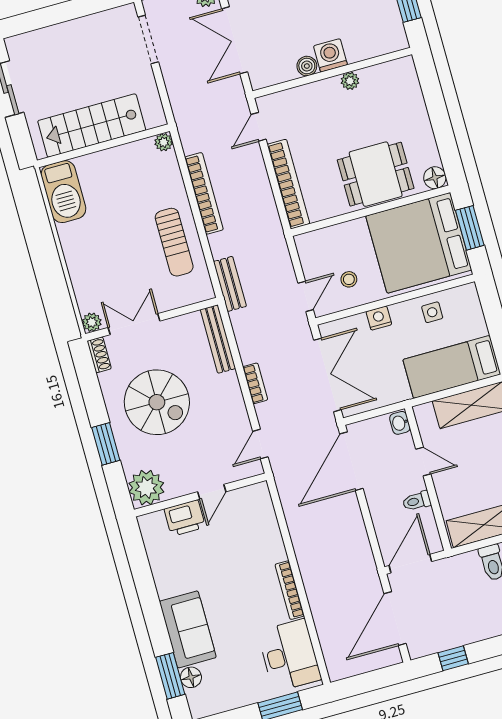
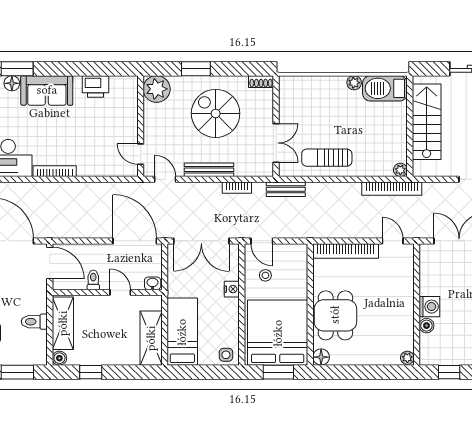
boiler: (307, 66) -> (426, 326), moved
plant: (350, 81) -> (407, 358), moved
bookcase: (204, 193) -> (392, 189), moved
side table: (432, 312) -> (226, 355), moved
plant: (92, 322) -> (354, 83), moved
double door: (134, 324) -> (276, 143), moved
bench: (218, 339) -> (209, 170), moved
bookcase: (255, 383) -> (237, 188), moved
spiral stairs: (157, 402) -> (216, 113), turned 90
door: (423, 462) -> (120, 292), swing flipped
door: (212, 492) -> (141, 154), moved
printer: (185, 518) -> (95, 86), moved, turned -90

